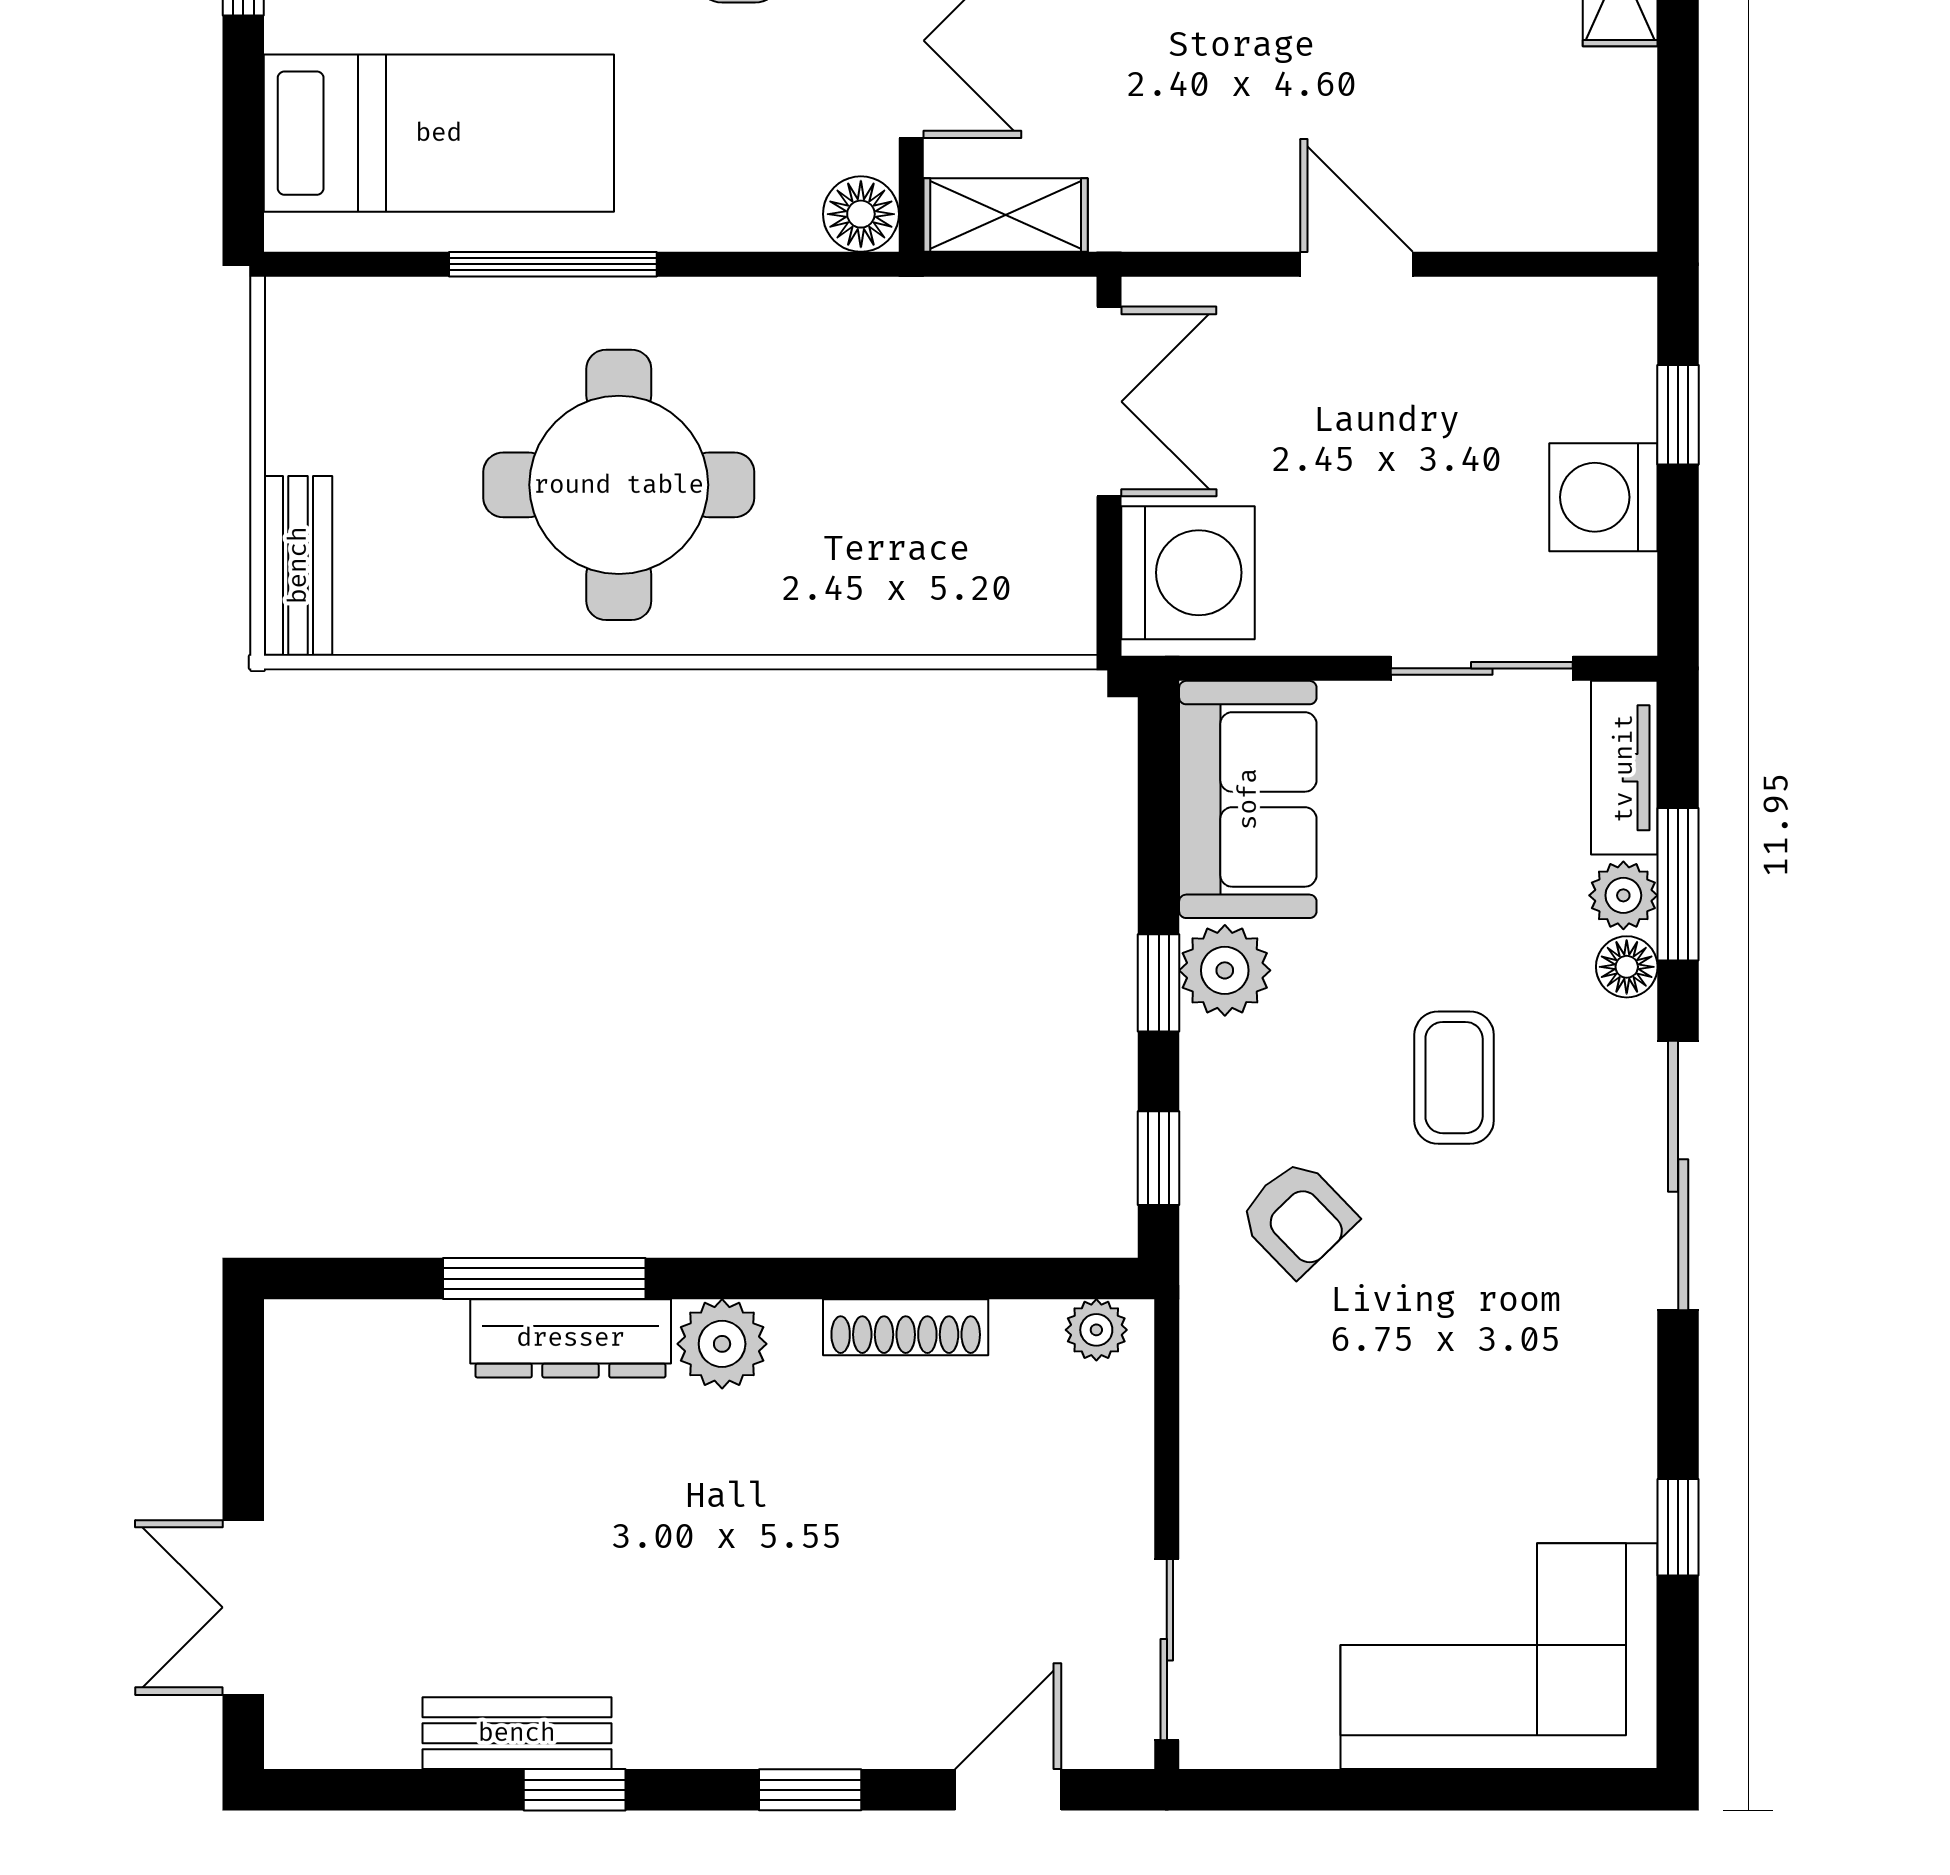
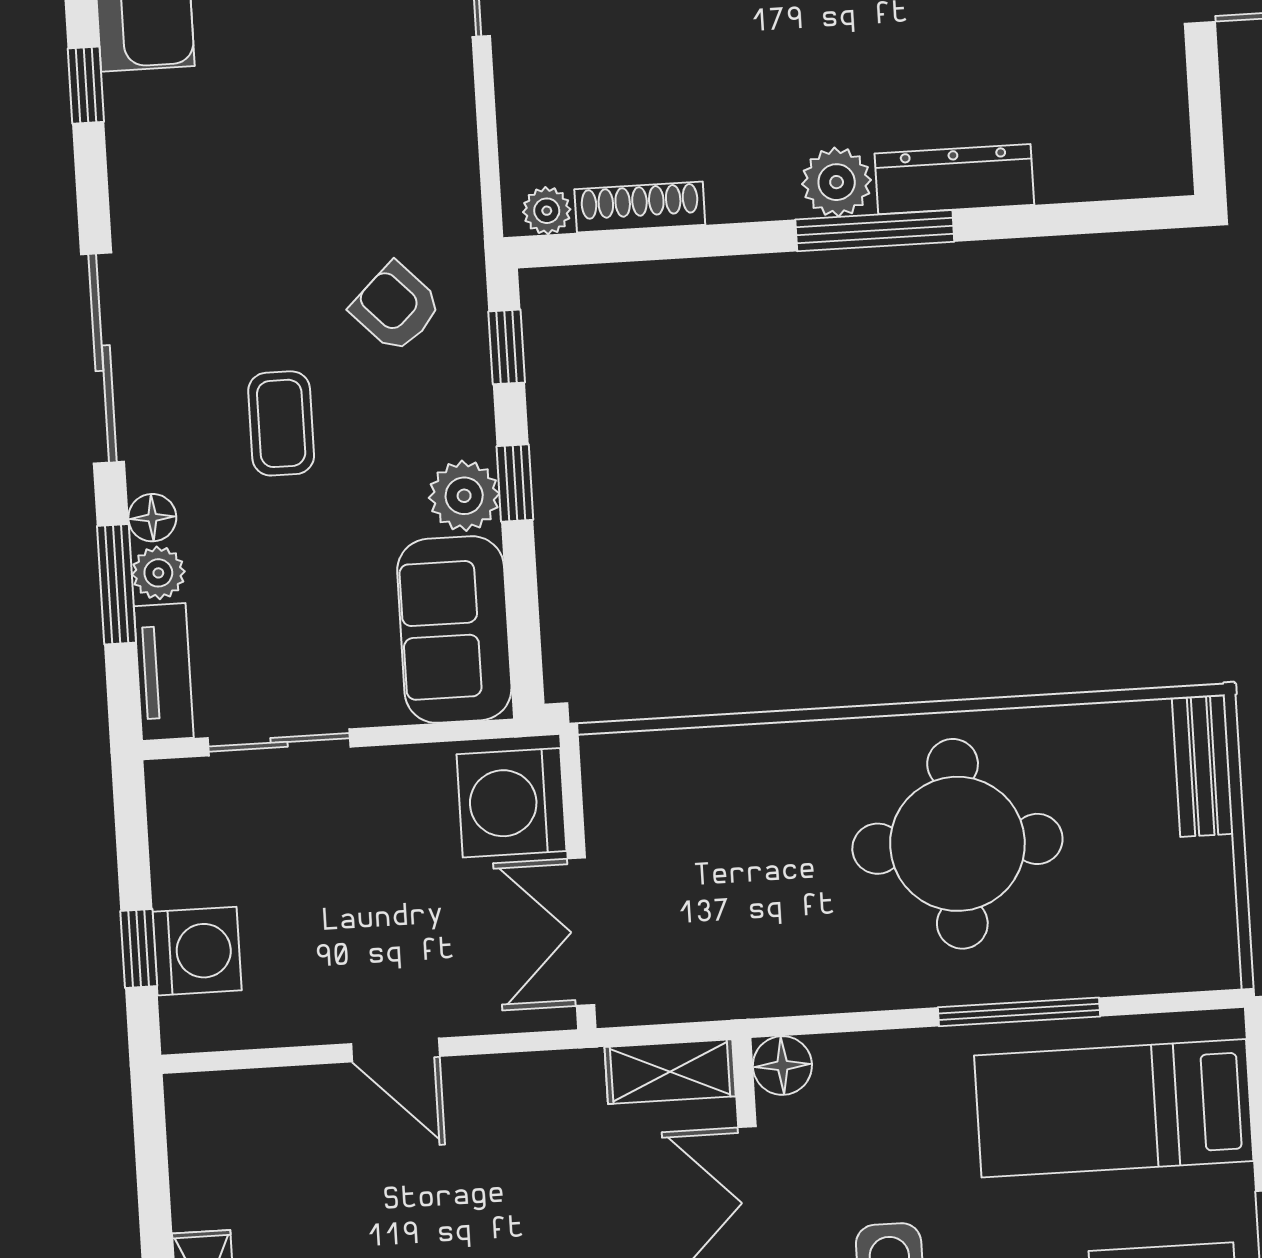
washing machine: (1603, 497) -> (197, 951), moved
window: (544, 1279) -> (875, 231), moved
shoe rack: (906, 1327) -> (640, 207), moved

